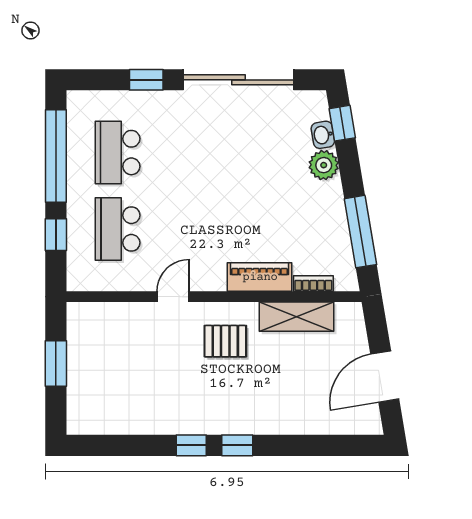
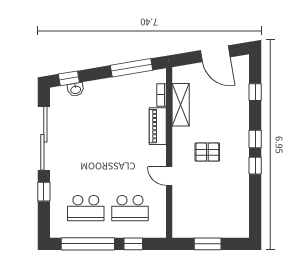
plant: (324, 165) -> (93, 89), removed
pallet: (225, 341) -> (207, 152), moved, turned 90
window: (318, 445) -> (255, 92), added

